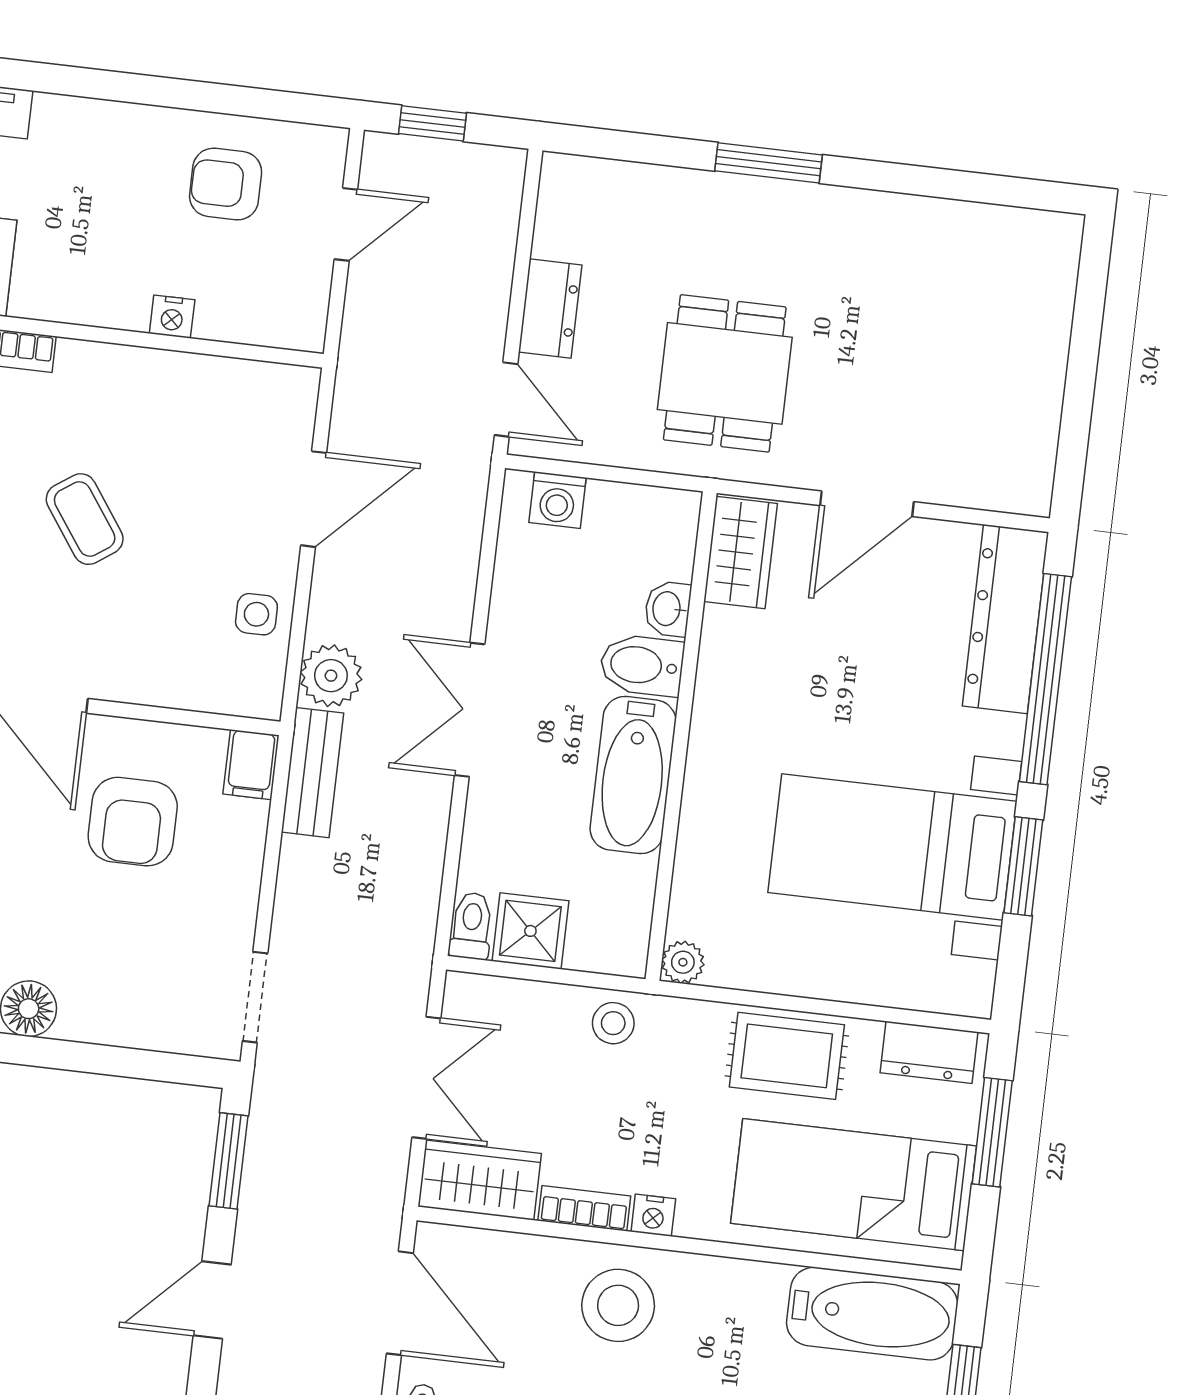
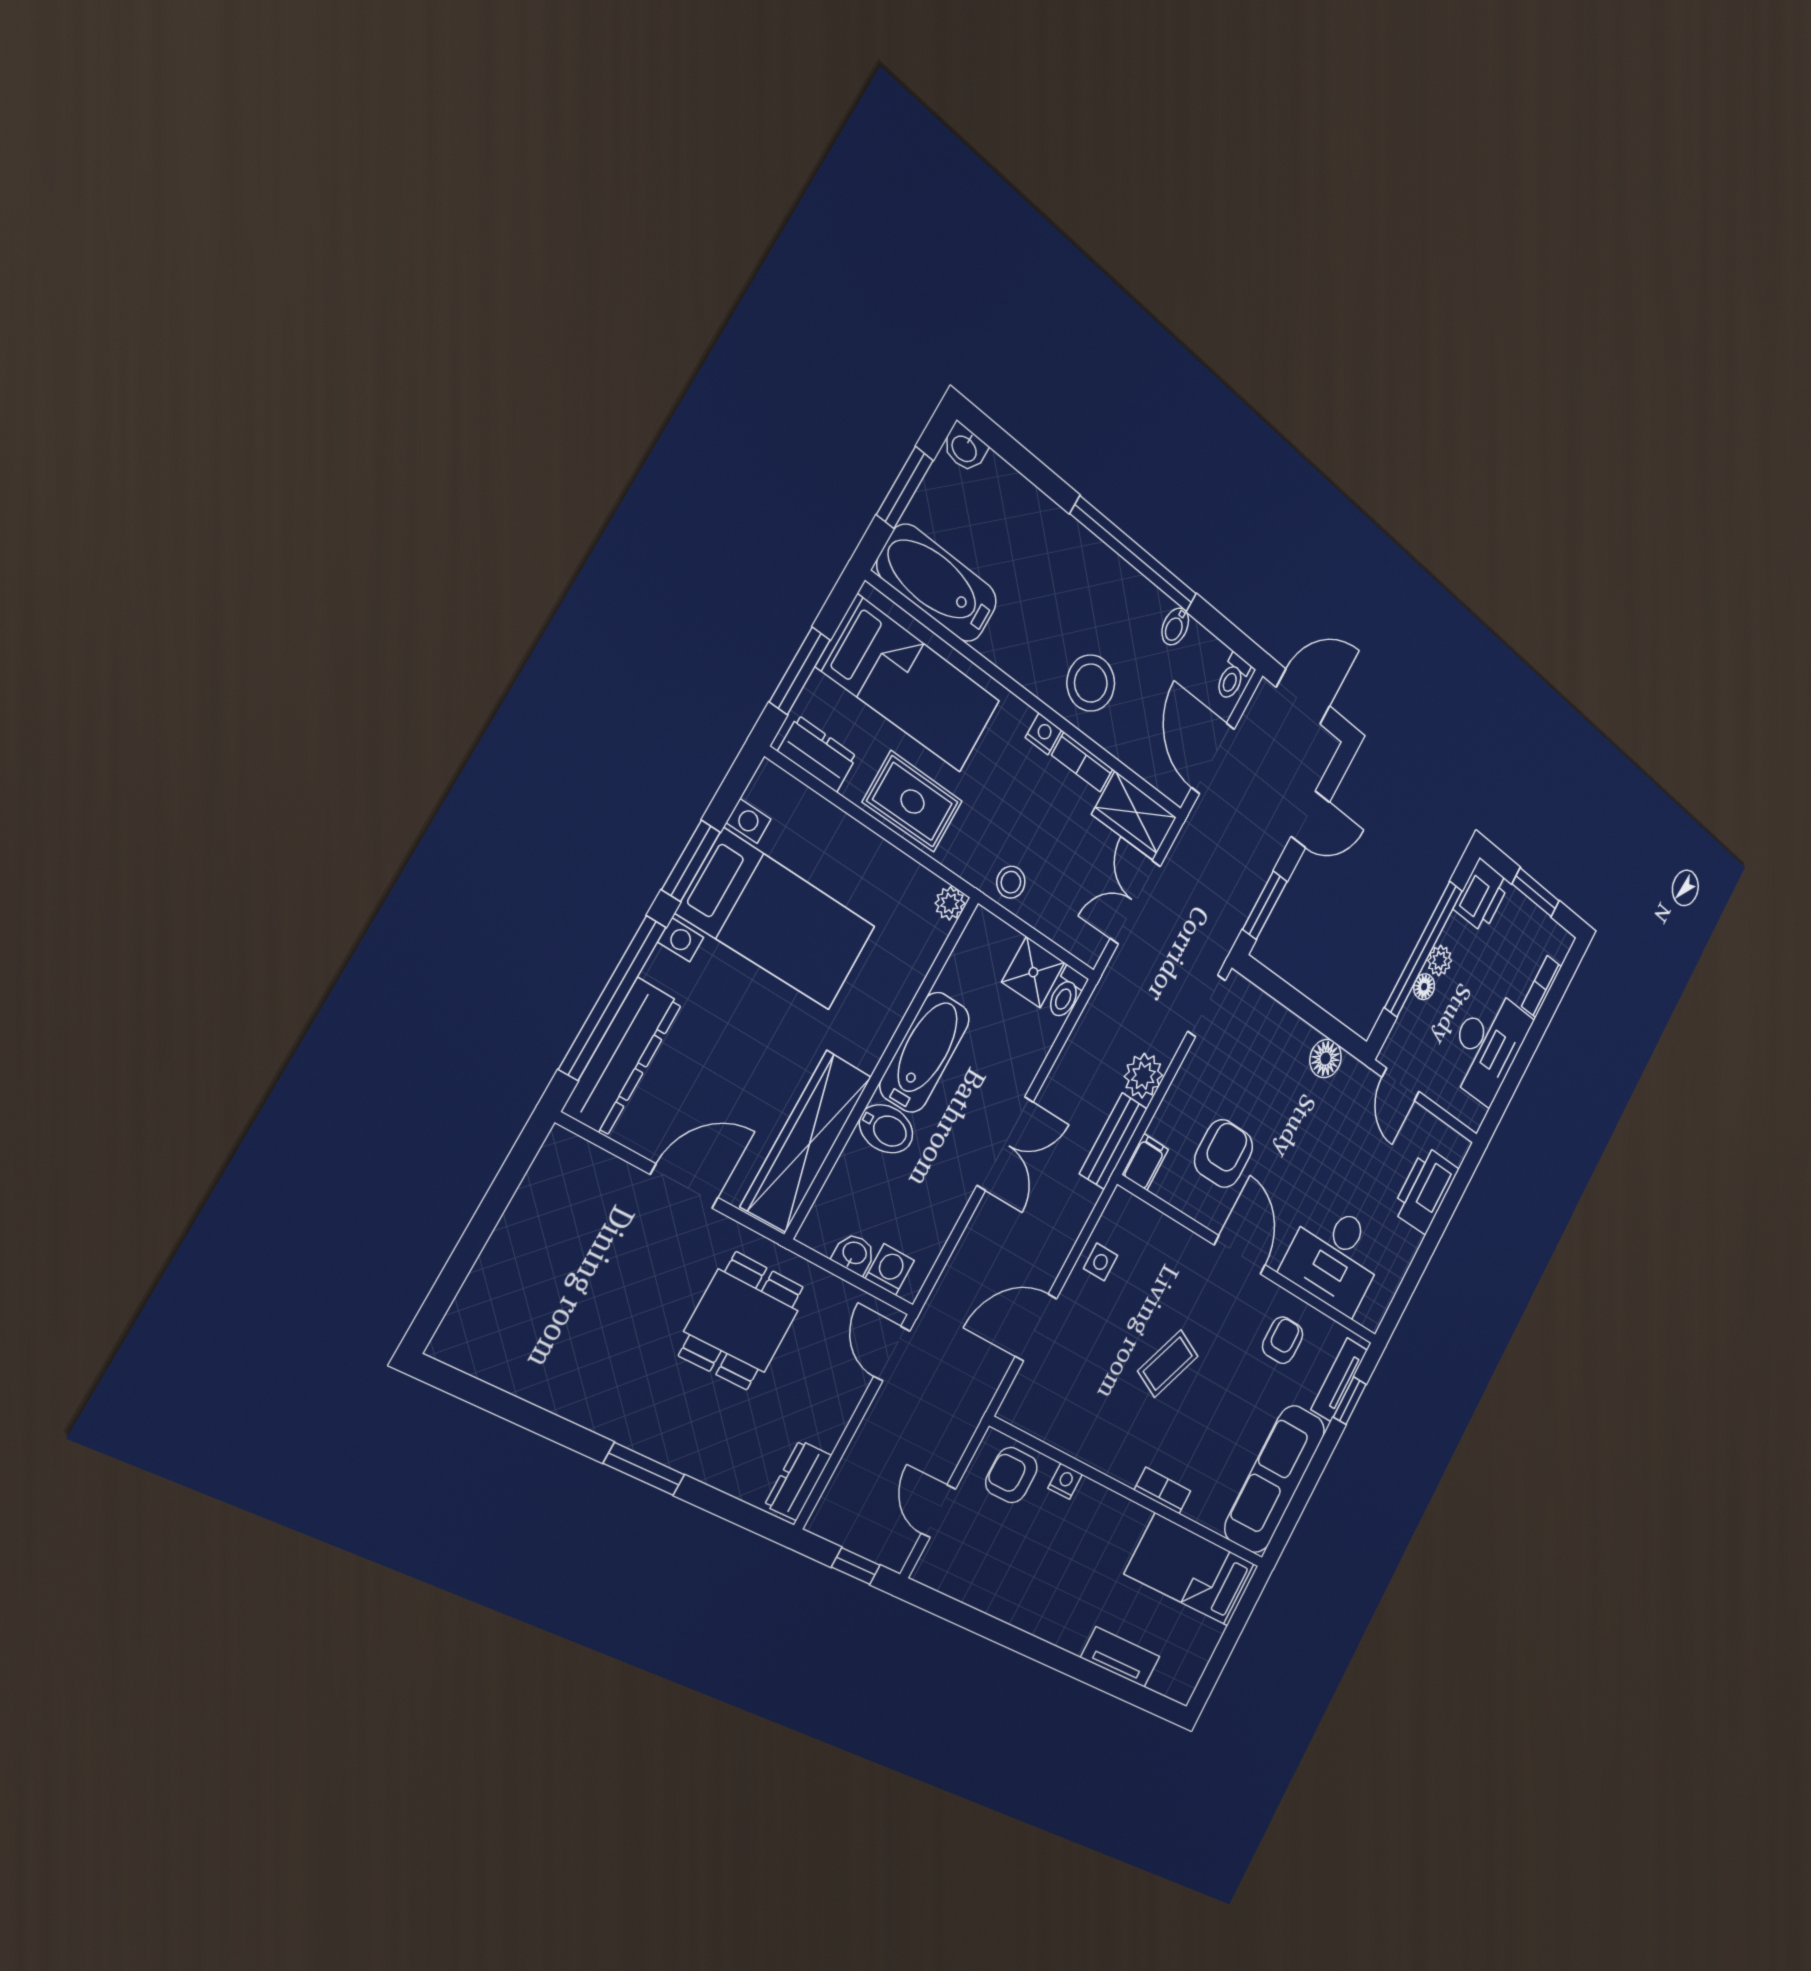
armchair: (226, 184) -> (1011, 1475), moved, turned 180
door: (346, 224) -> (939, 1511), hinge flipped
dresser: (550, 309) -> (798, 1480), moved
coffee table: (85, 519) -> (1168, 1364), turned 58
wardrobe: (741, 552) -> (806, 1141), width x2.10, depth x1.17
washbasin: (668, 609) -> (854, 1254), moved, turned -90
plant: (331, 676) -> (1143, 1076), moved

